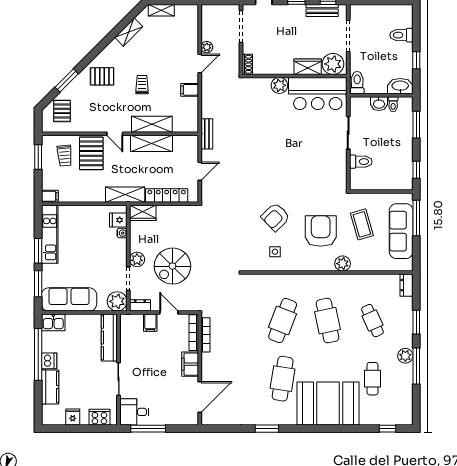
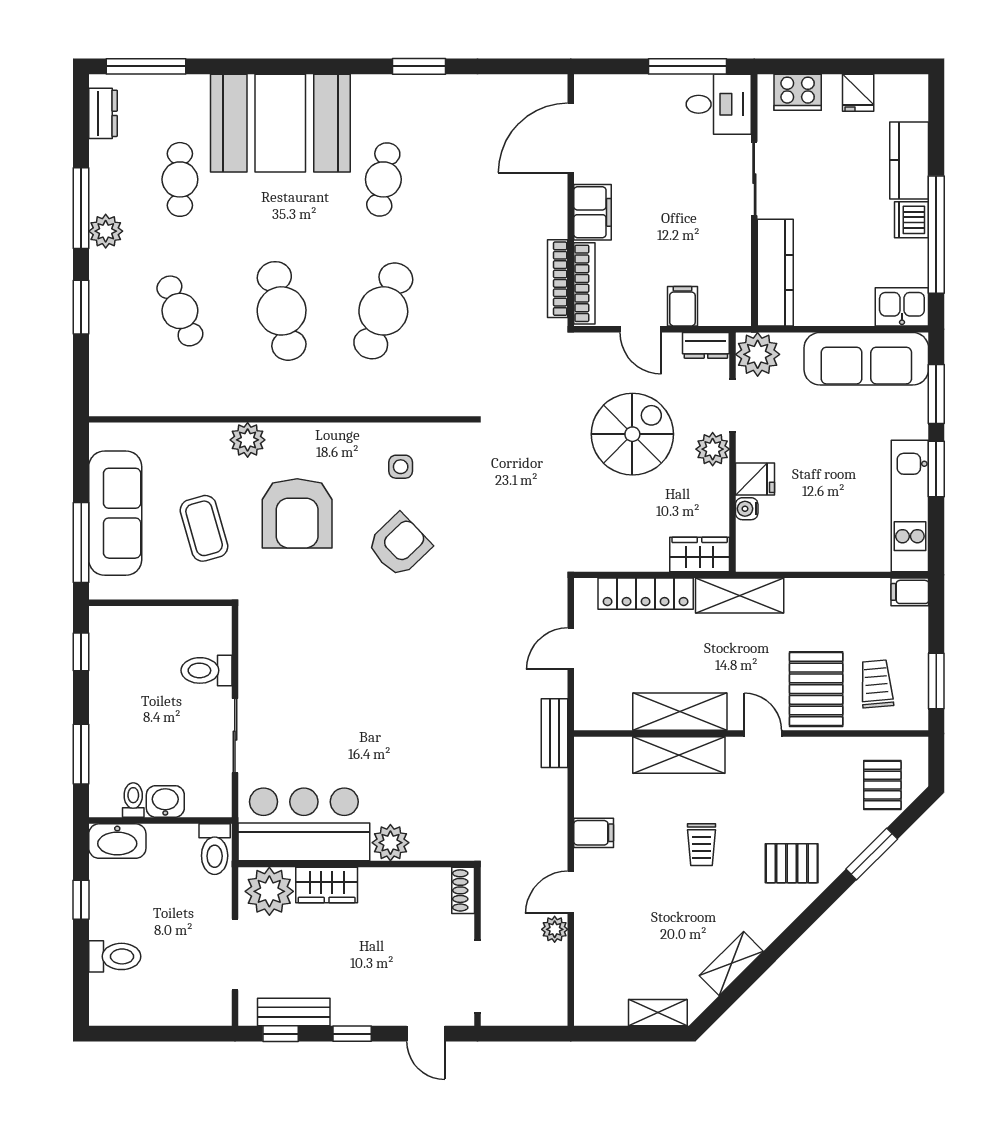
fridge: (118, 220) -> (755, 479), moved
dresser: (407, 285) -> (103, 113), moved
cafe table: (283, 379) -> (383, 179), width x0.73, depth x0.74
window: (387, 429) -> (146, 66), width x2.17

